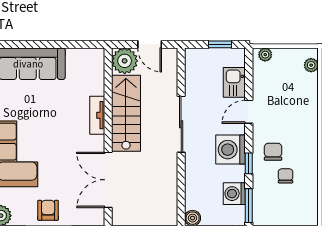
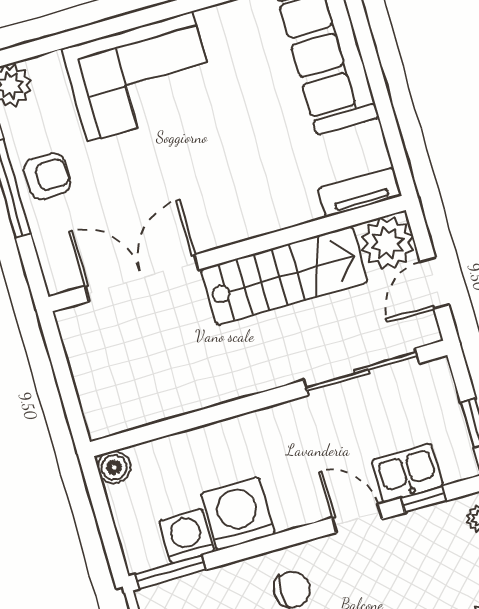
tv unit: (97, 115) -> (360, 192), moved
sliding door: (181, 124) -> (361, 372), moved
washing machine: (231, 150) -> (238, 514), moved
window: (249, 163) -> (423, 499), moved

